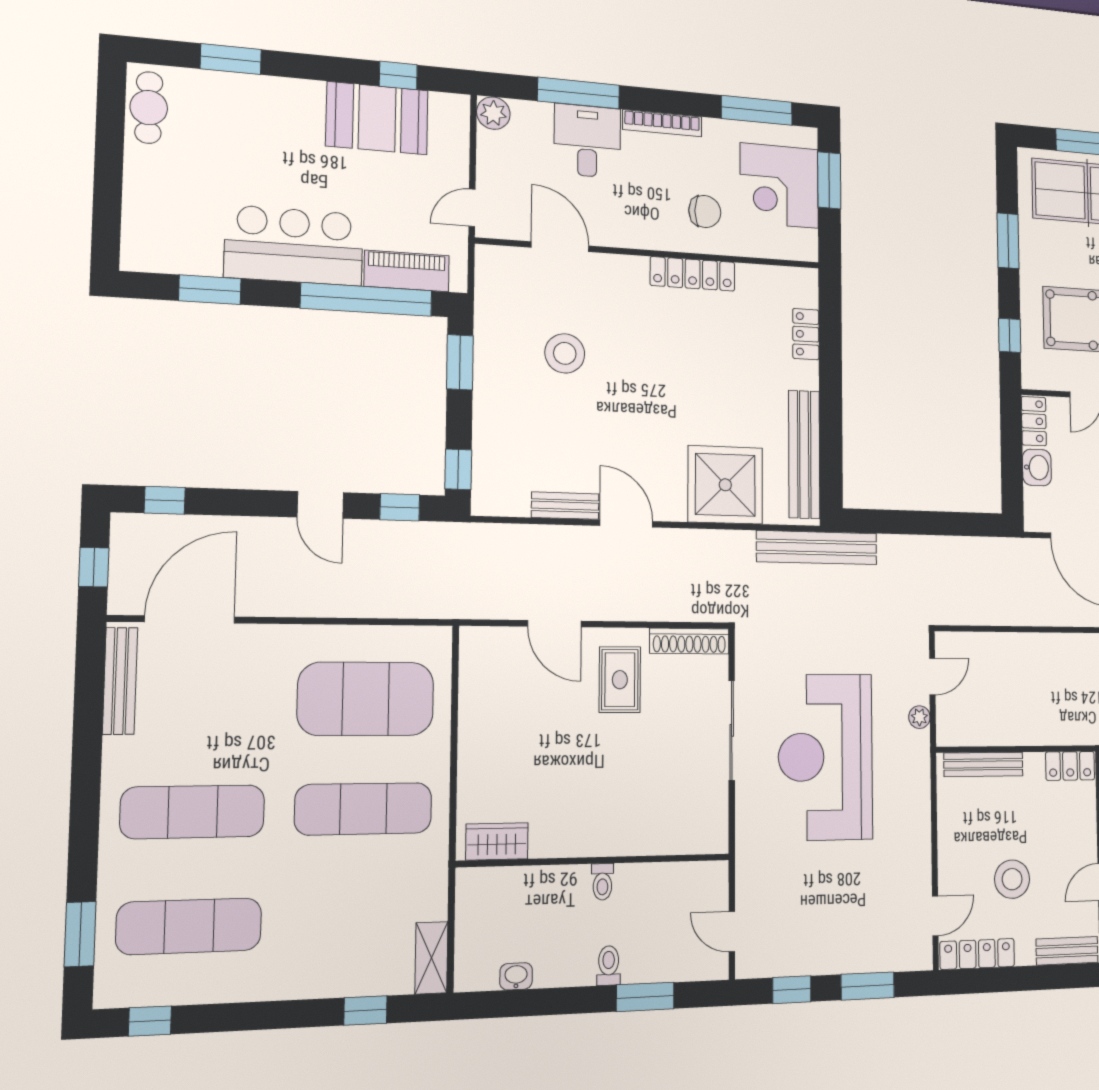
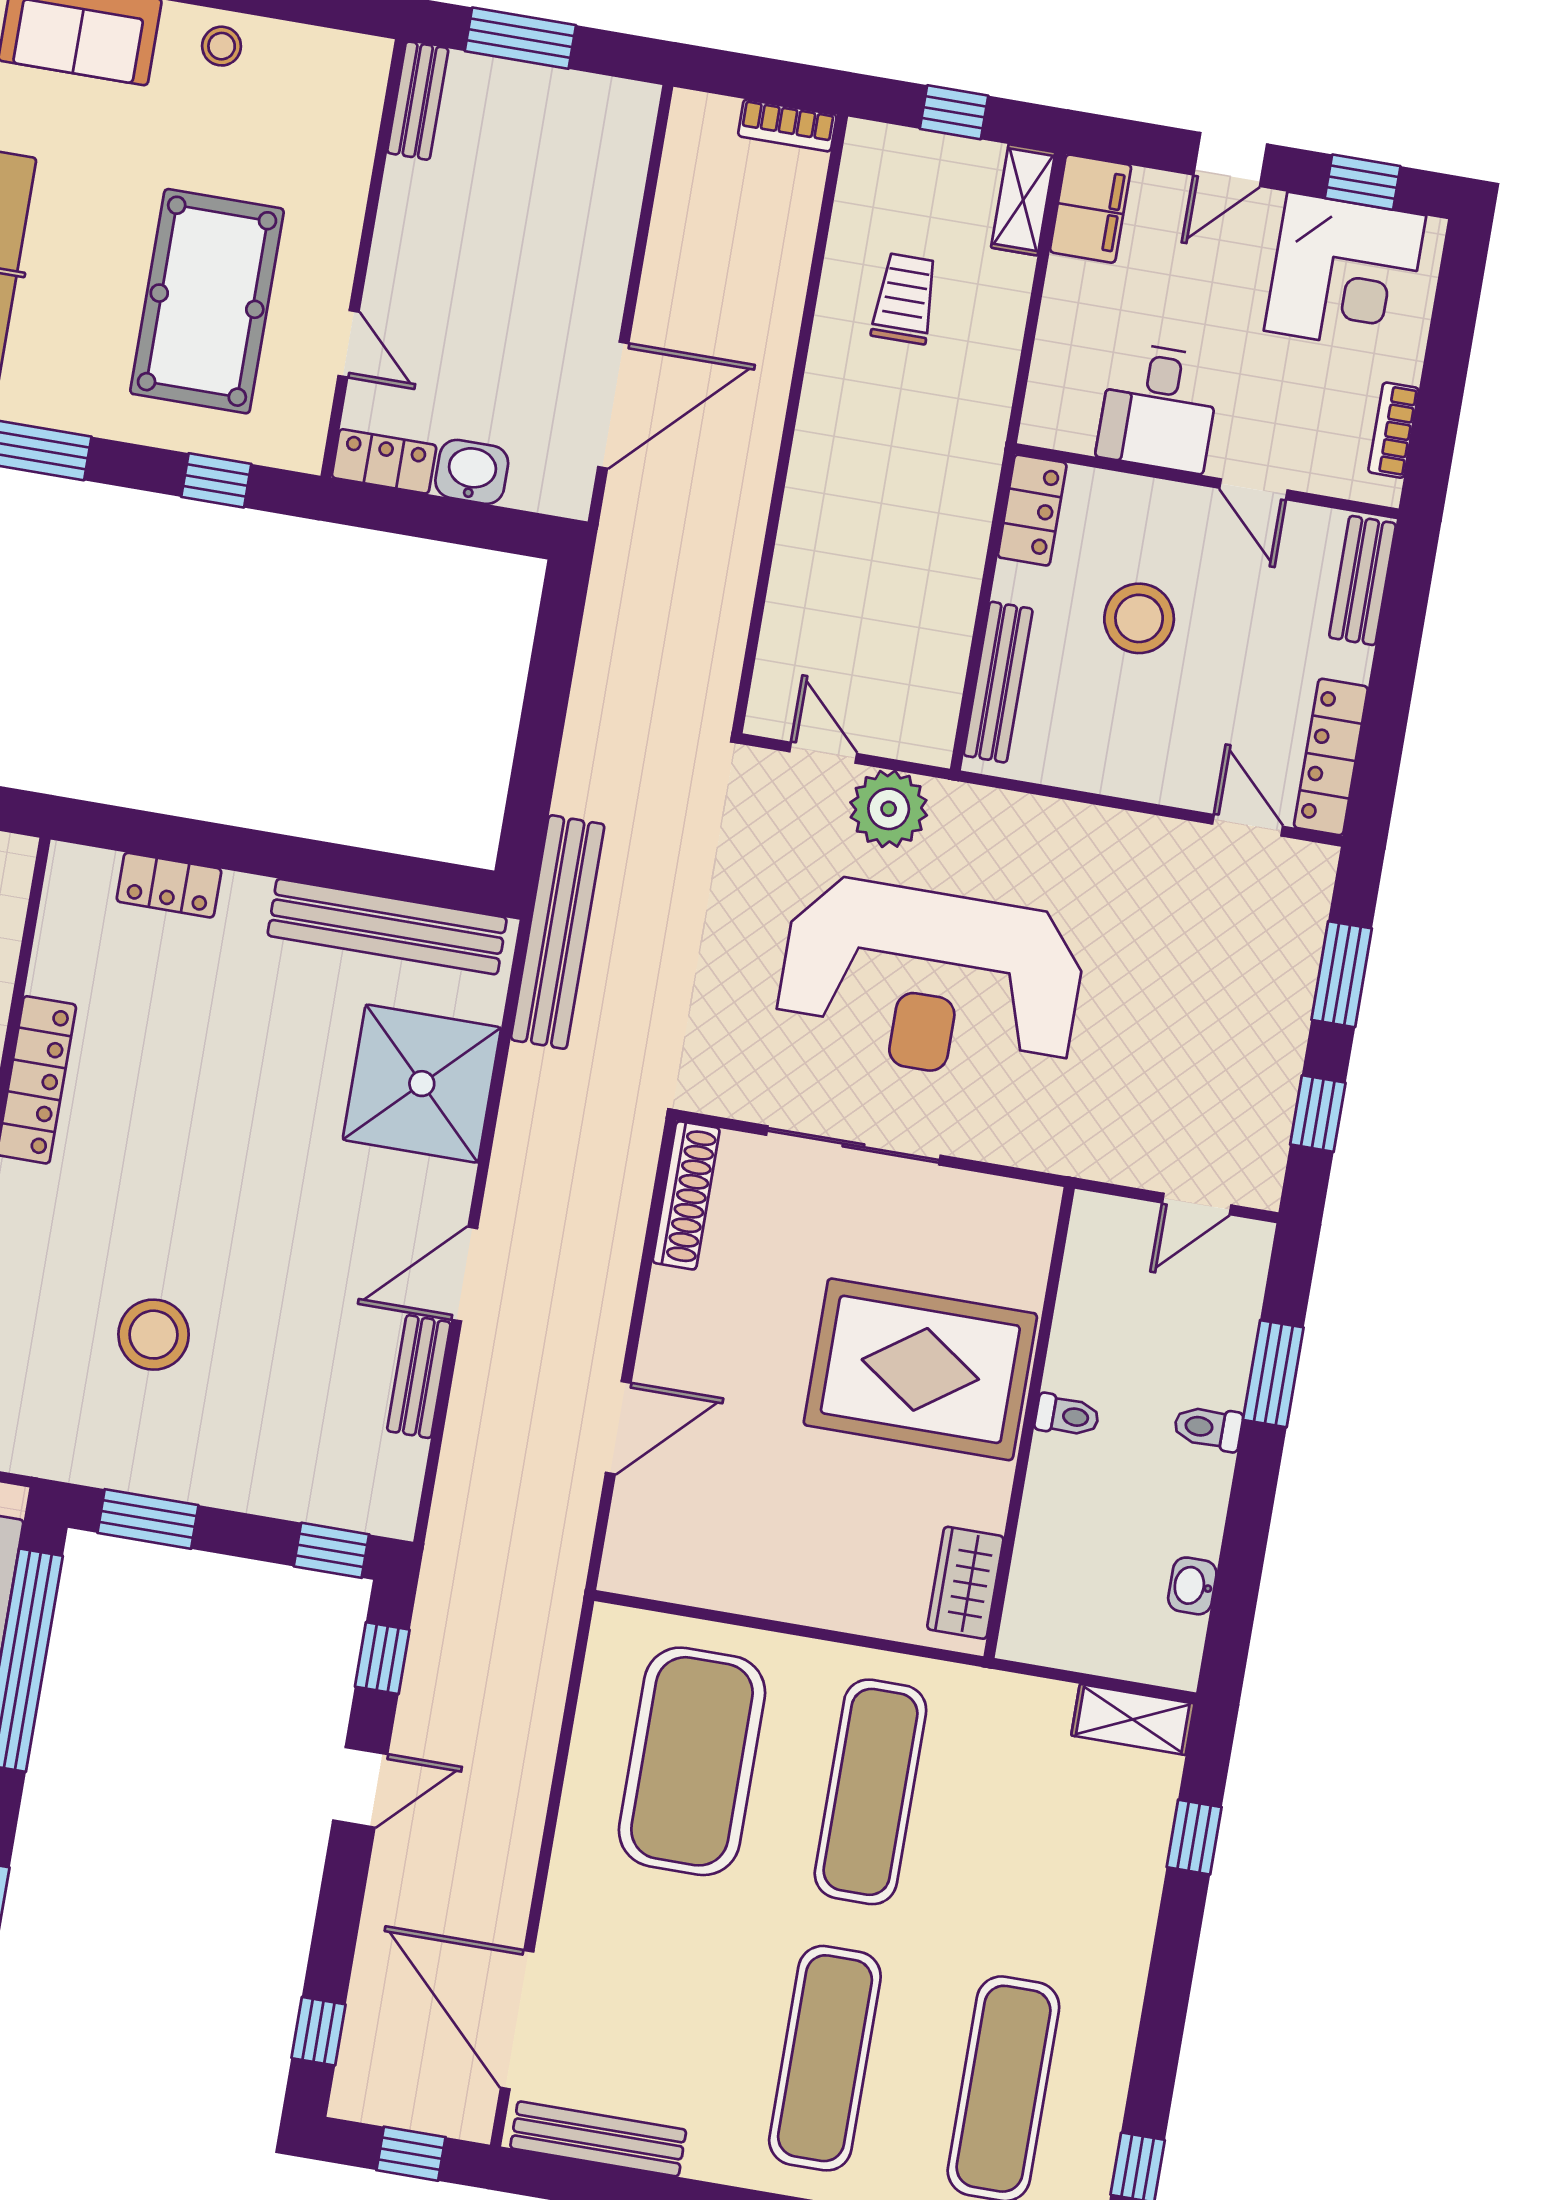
rug: (620, 680) -> (920, 1369), moved, width x1.86, depth x2.06
plant: (919, 717) -> (889, 809), width x1.88, depth x1.88
stool: (1012, 879) -> (1139, 618), moved

